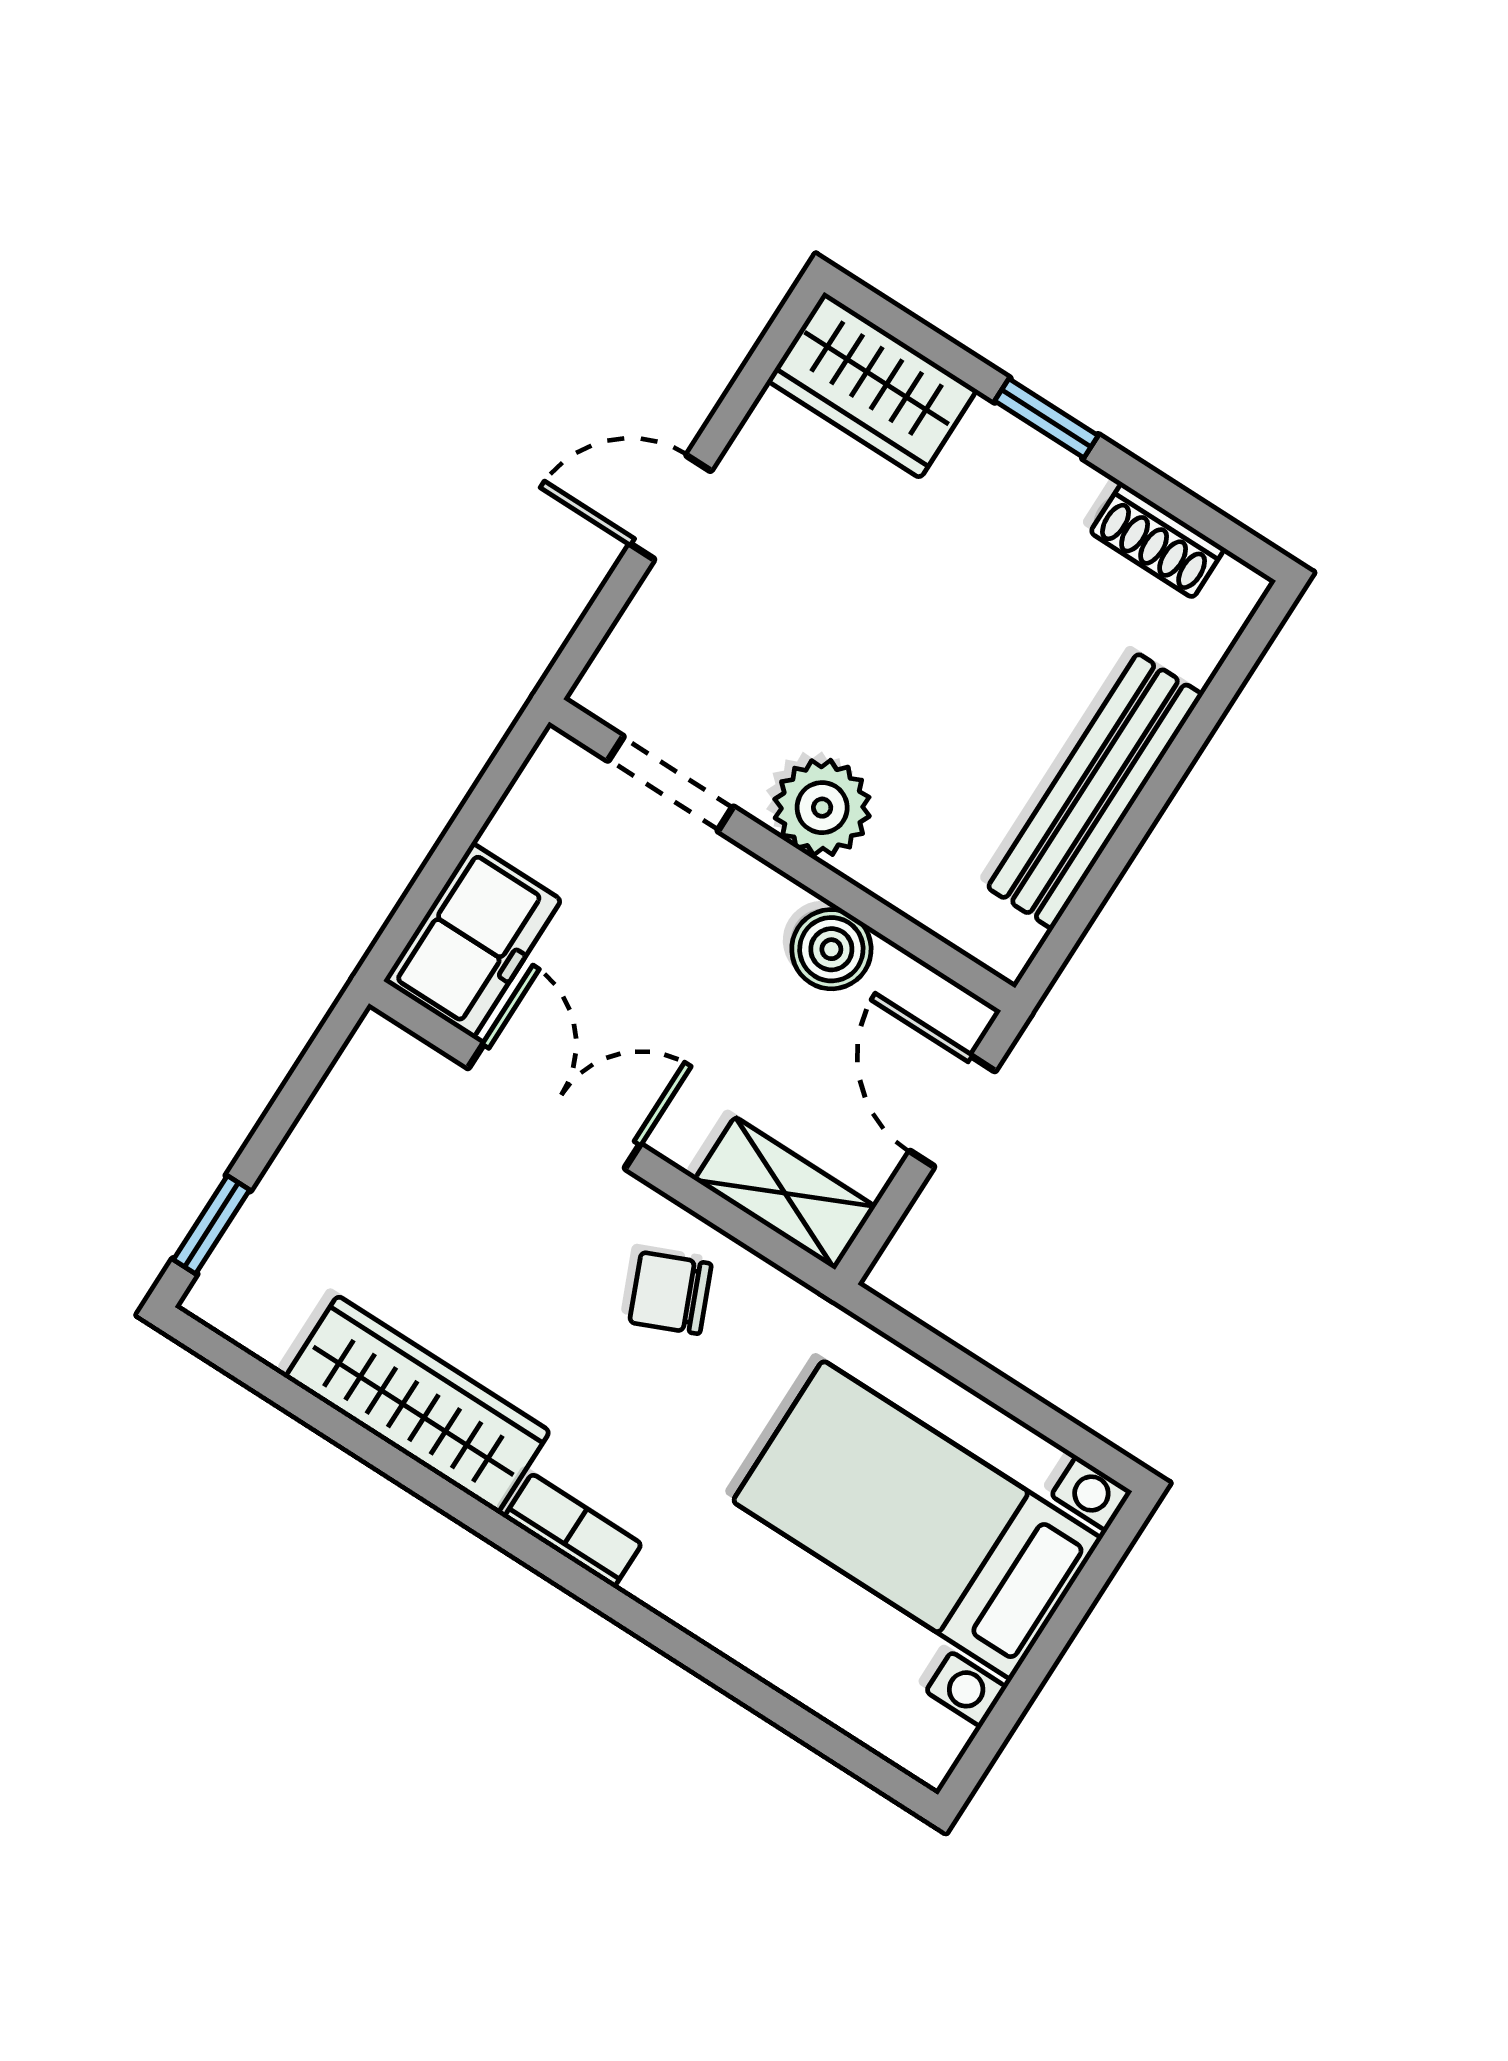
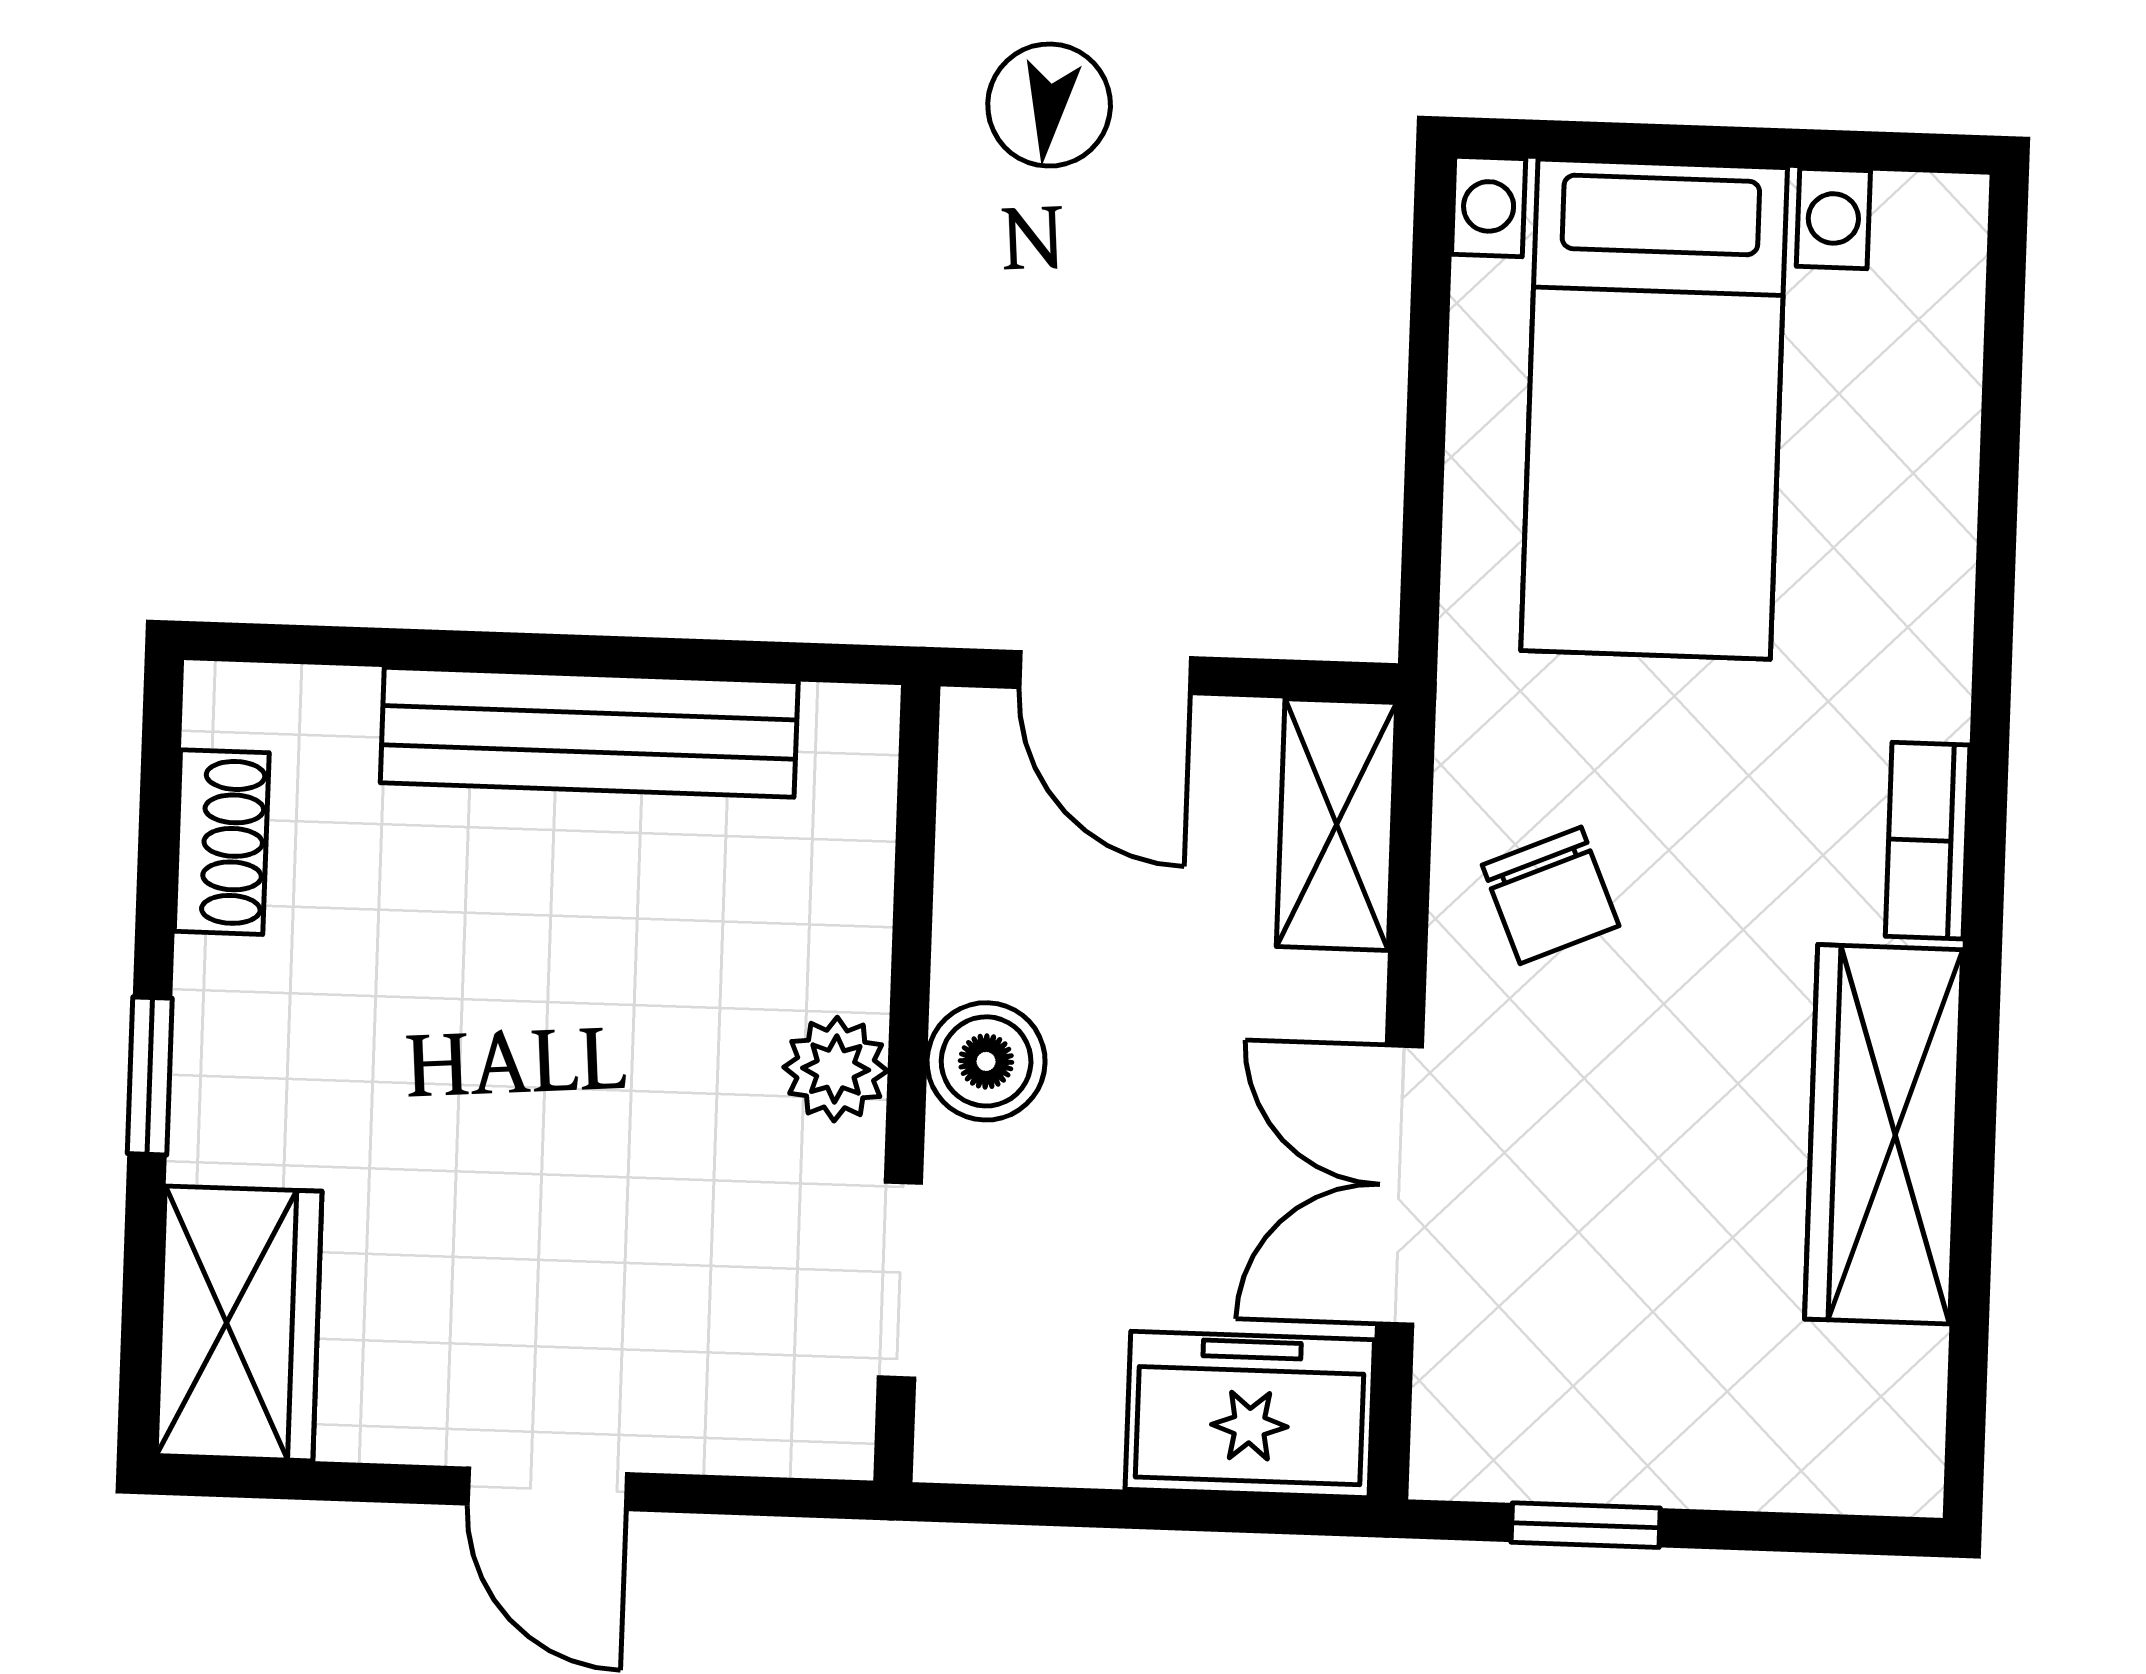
plant: (822, 808) -> (836, 1069), width x0.73, depth x0.73
boiler: (831, 949) -> (986, 1061), moved
door: (953, 1111) -> (1105, 673), hinge flipped
window: (212, 1225) -> (1586, 1525), moved

